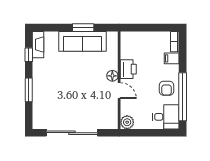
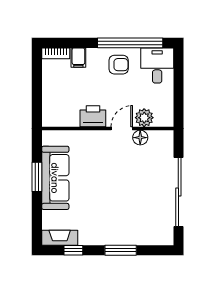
floor lamp: (112, 76) -> (140, 138), moved
plant: (127, 122) -> (144, 118), moved

